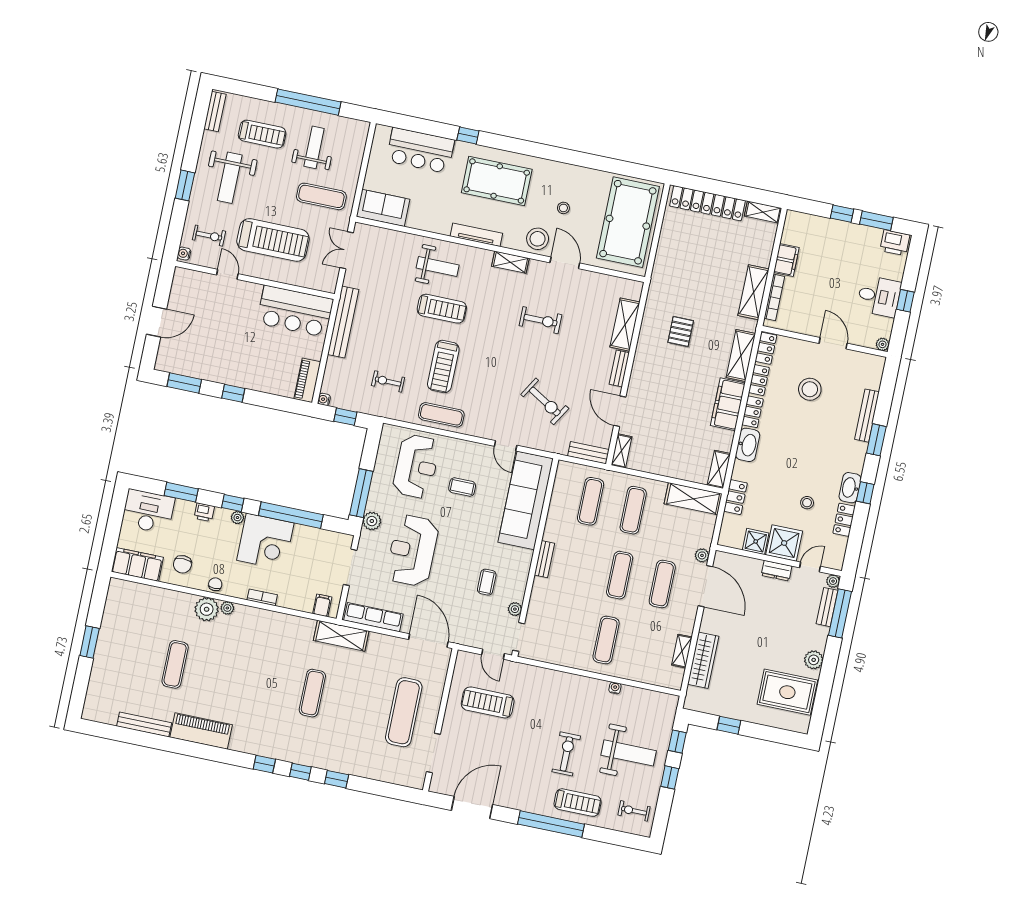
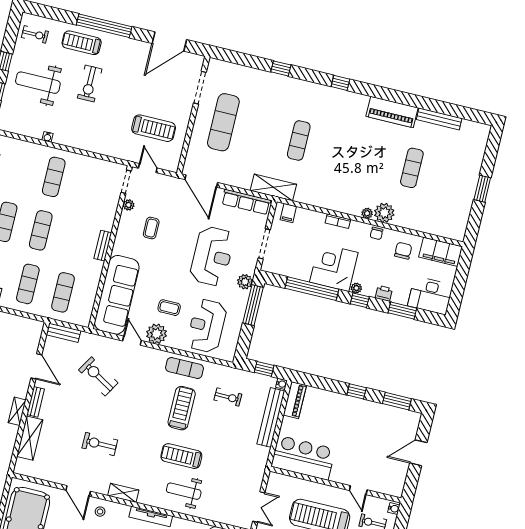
stool: (538, 239) -> (100, 512), width x0.53, depth x0.53
bench: (343, 322) -> (271, 417), moved
shelving: (622, 451) -> (17, 411), moved
plant: (476, 455) -> (156, 334), added
window: (300, 772) -> (311, 76), removed

